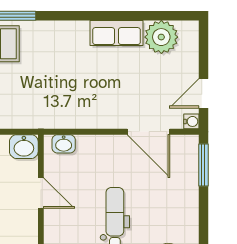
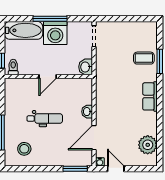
row of seats: (117, 33) -> (150, 96), moved
washbasin: (64, 144) -> (87, 112), moved
door: (41, 193) -> (48, 77), moved

